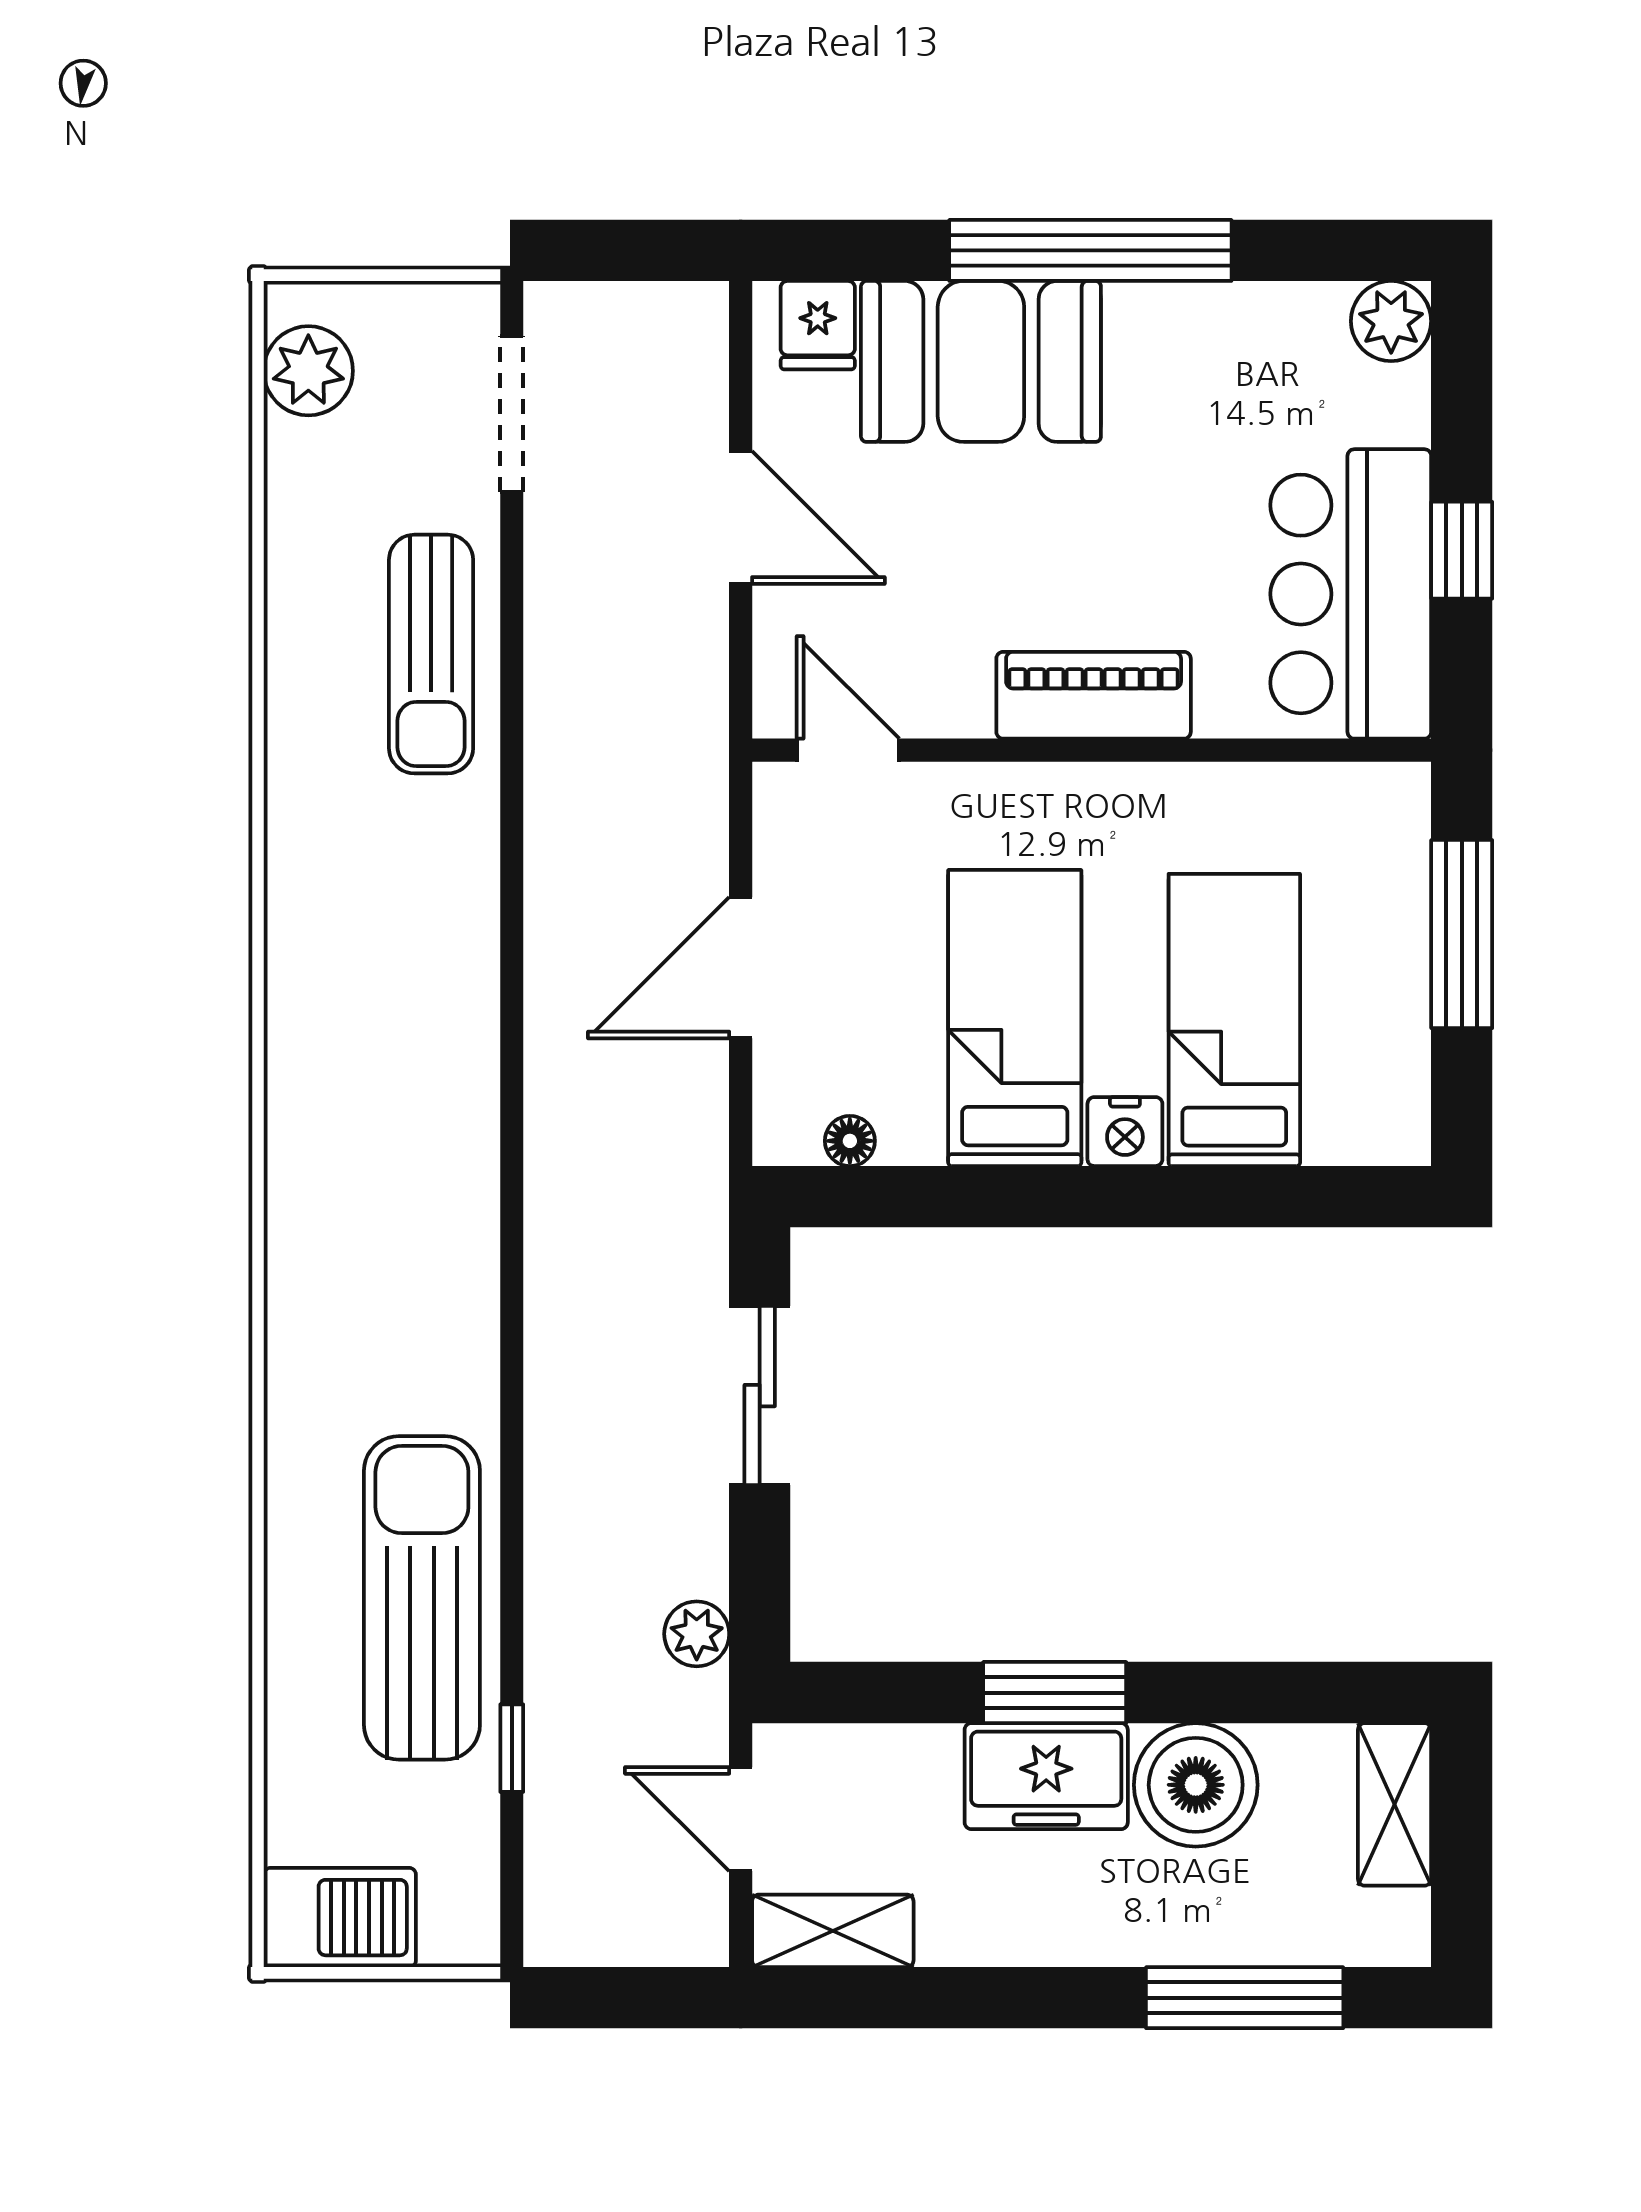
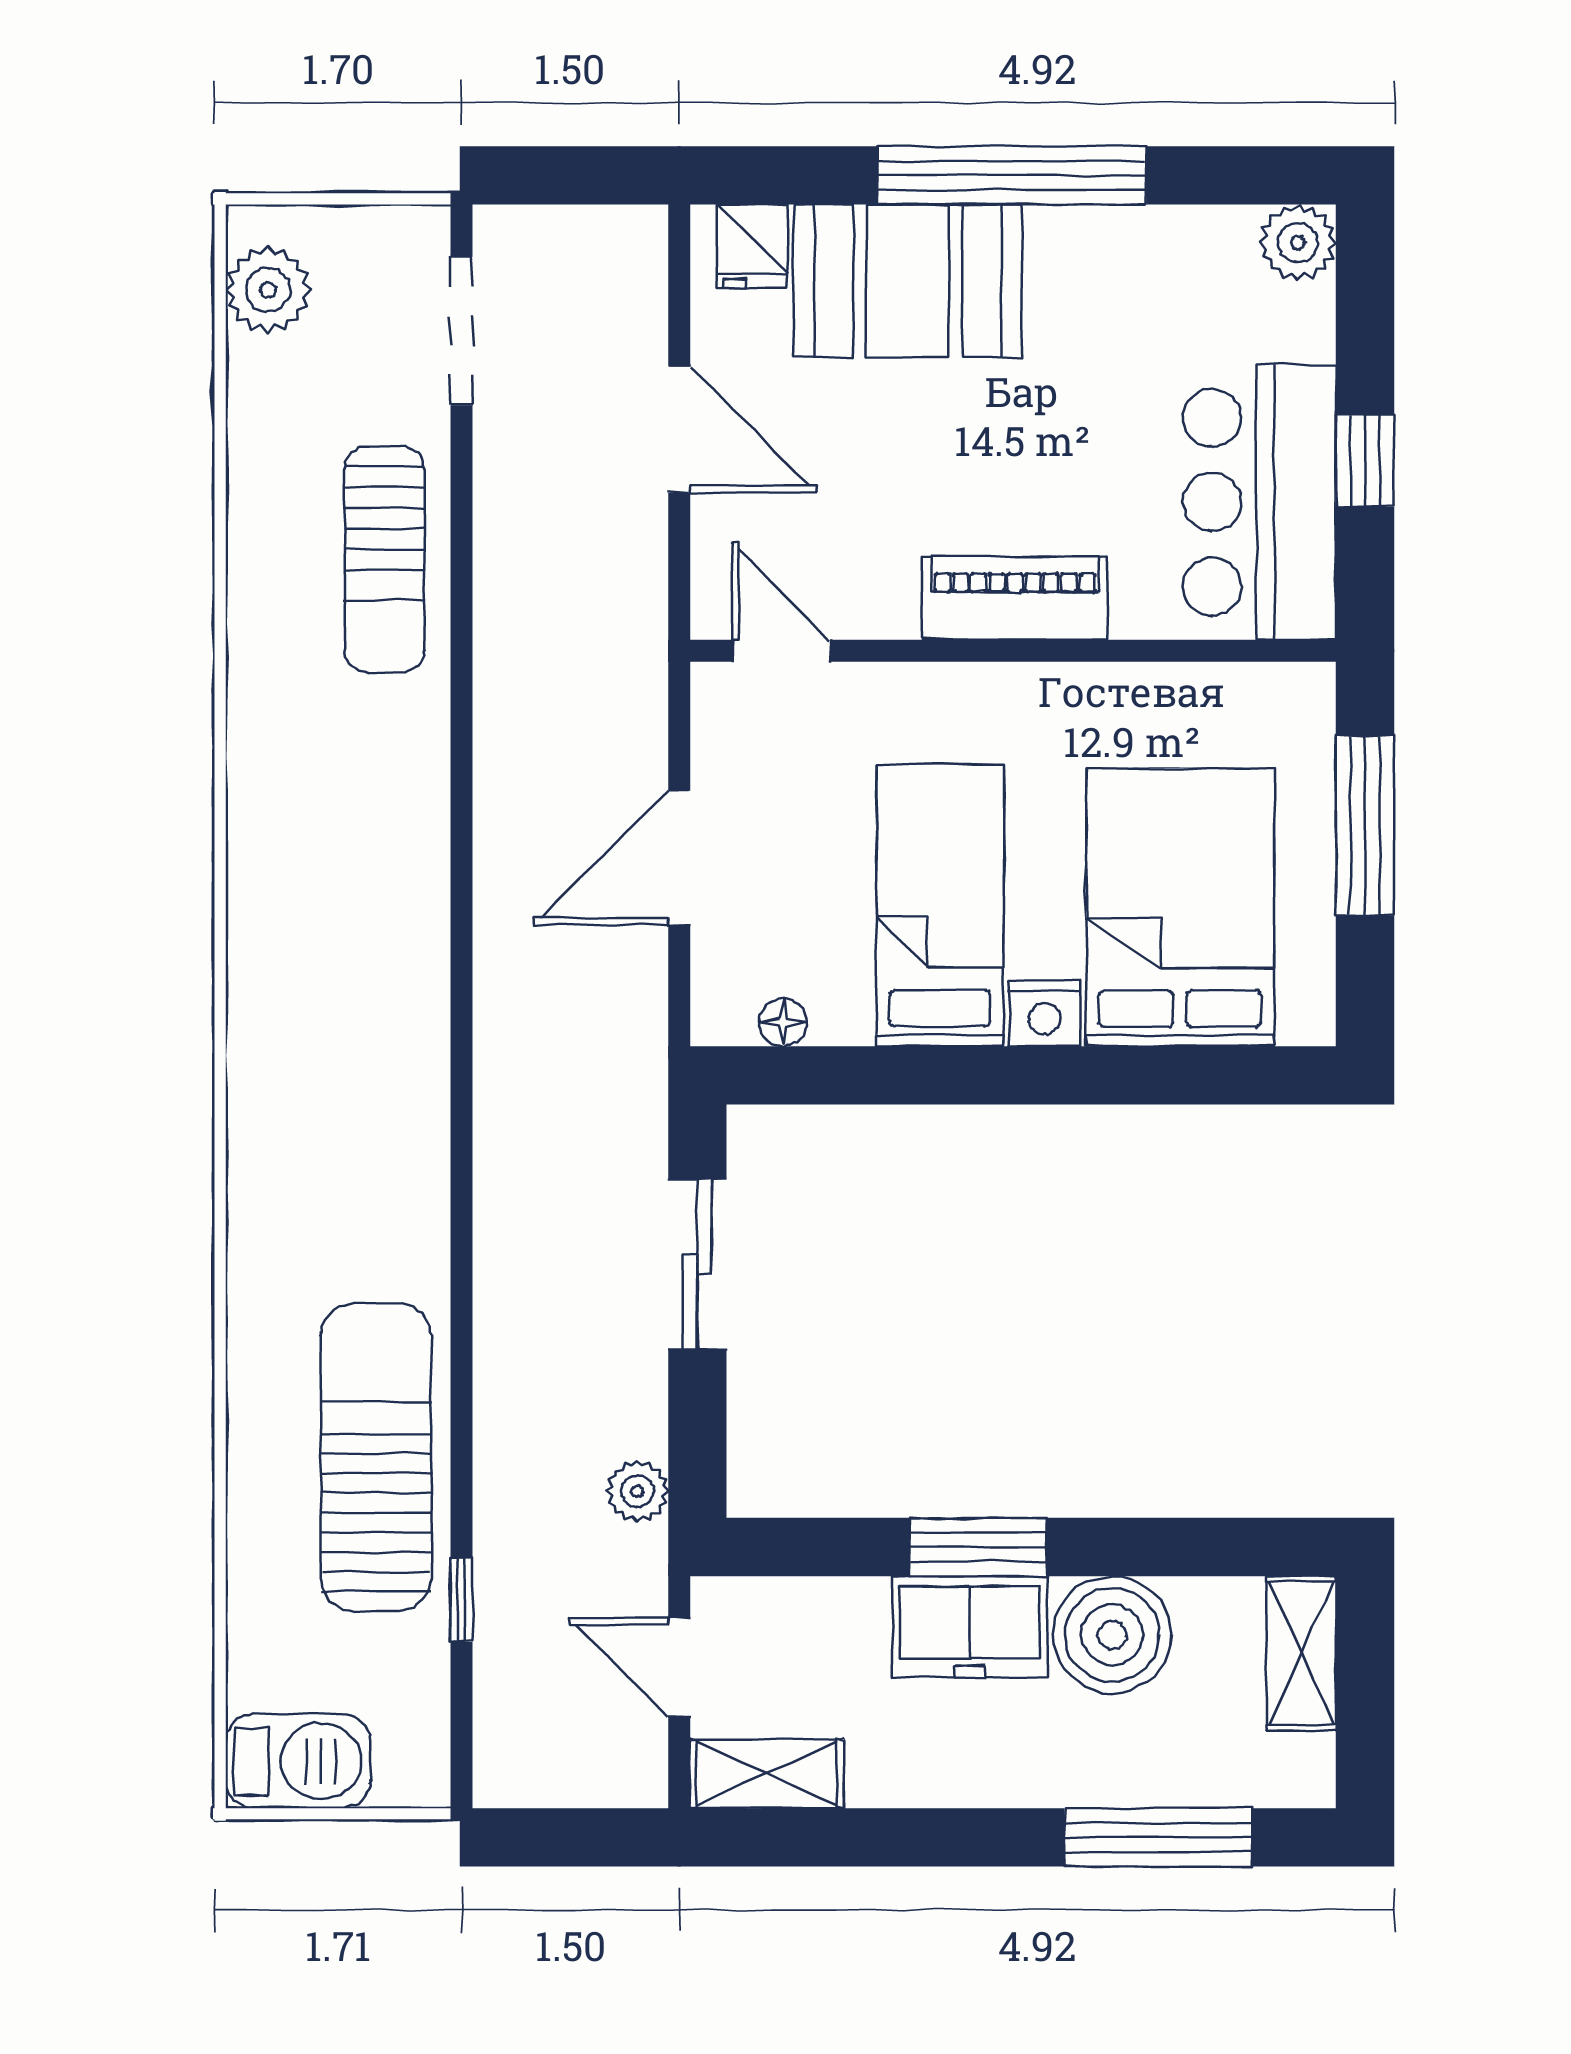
bed: (1234, 1020) -> (1180, 907), width x1.50

